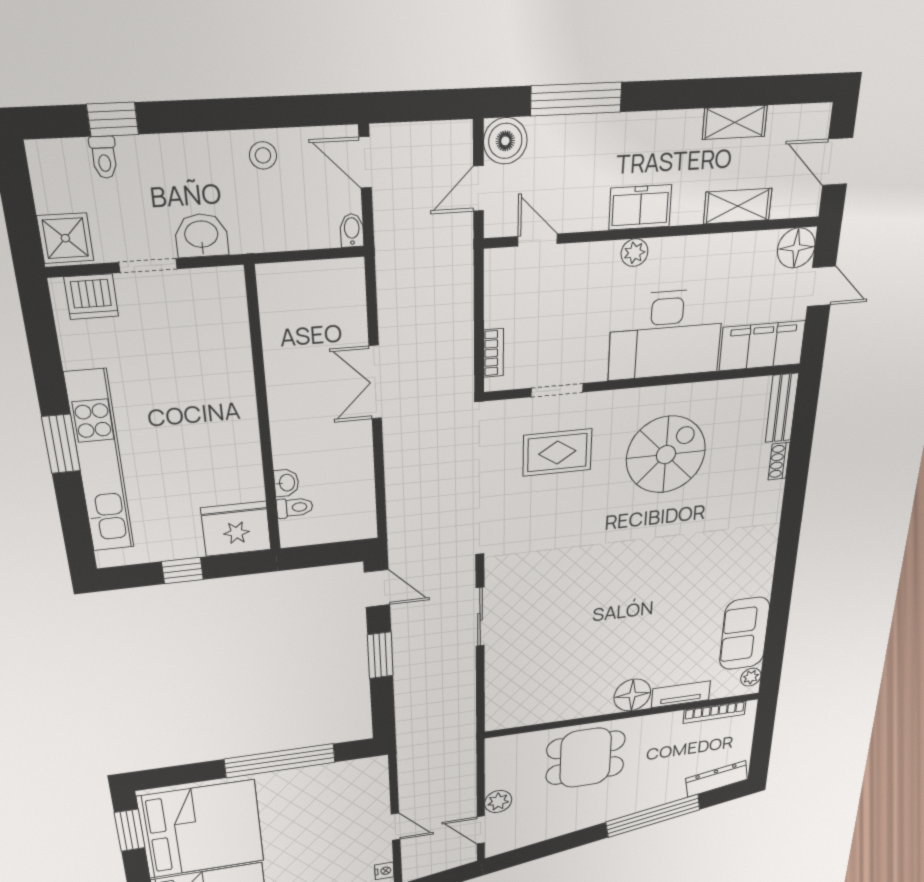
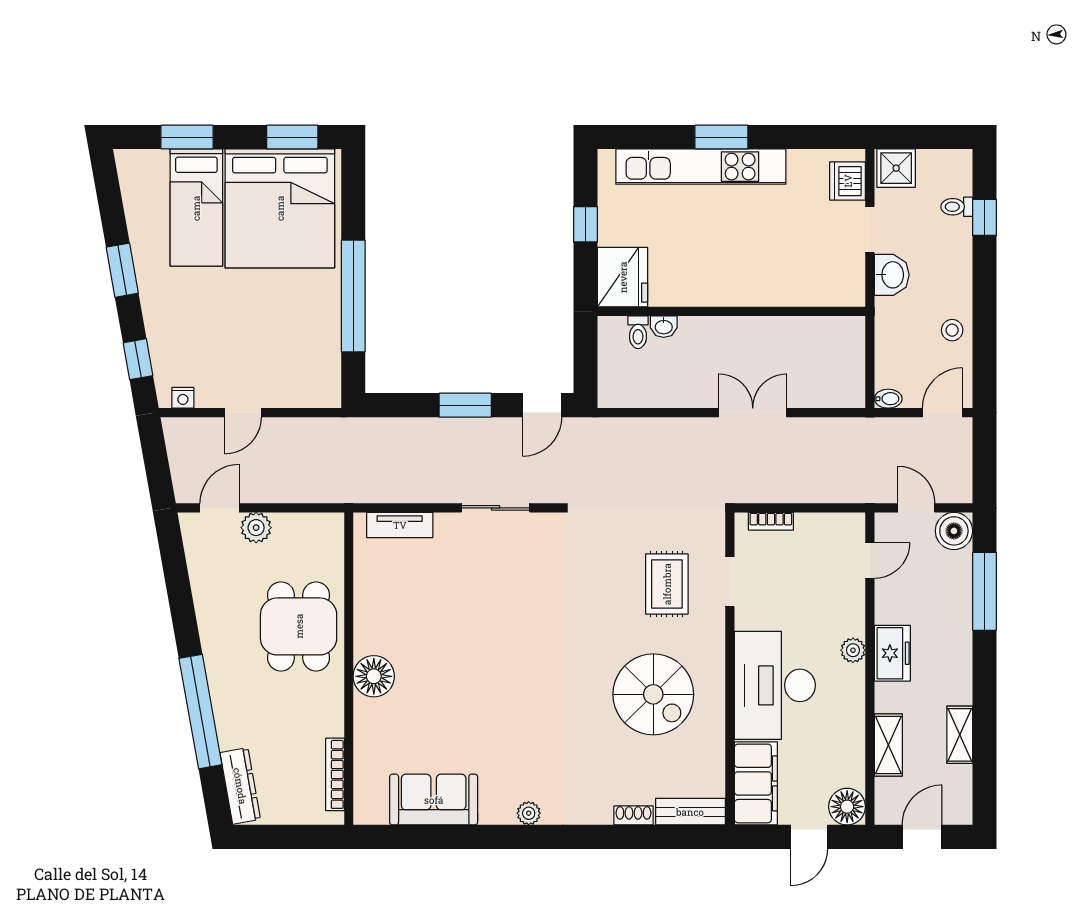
plant: (751, 677) -> (529, 813), moved
tv unit: (681, 694) -> (400, 525), moved, turned 90

